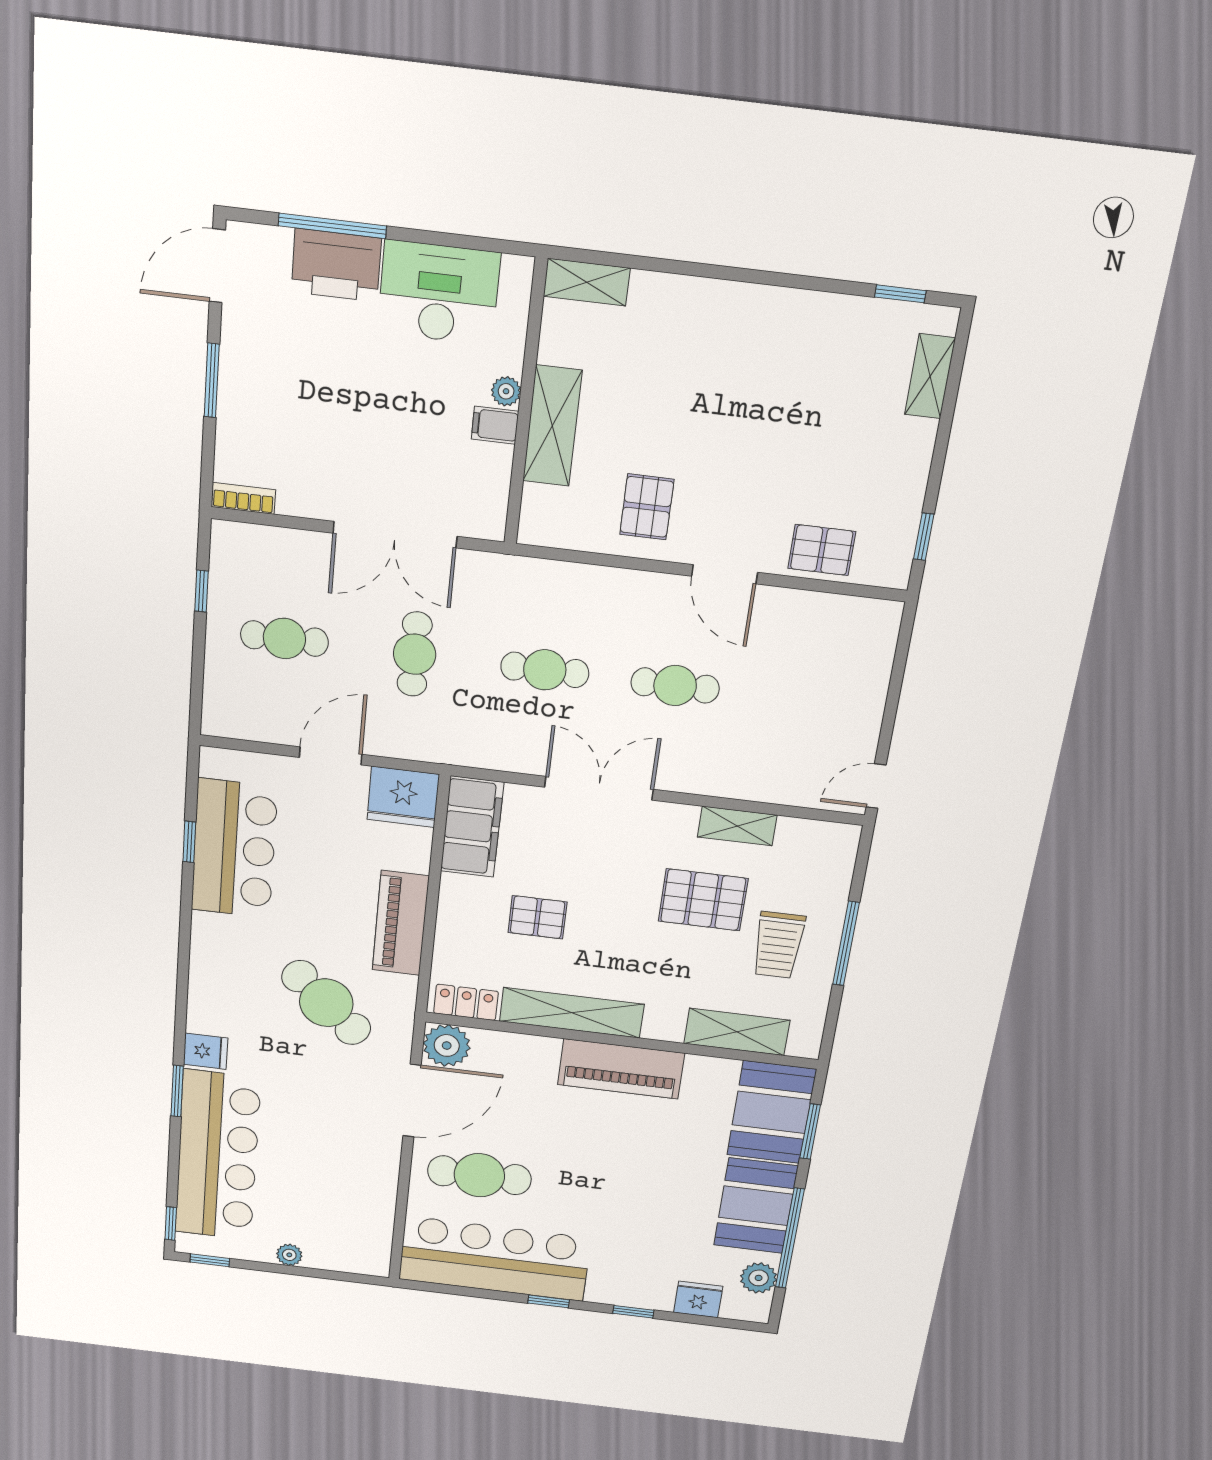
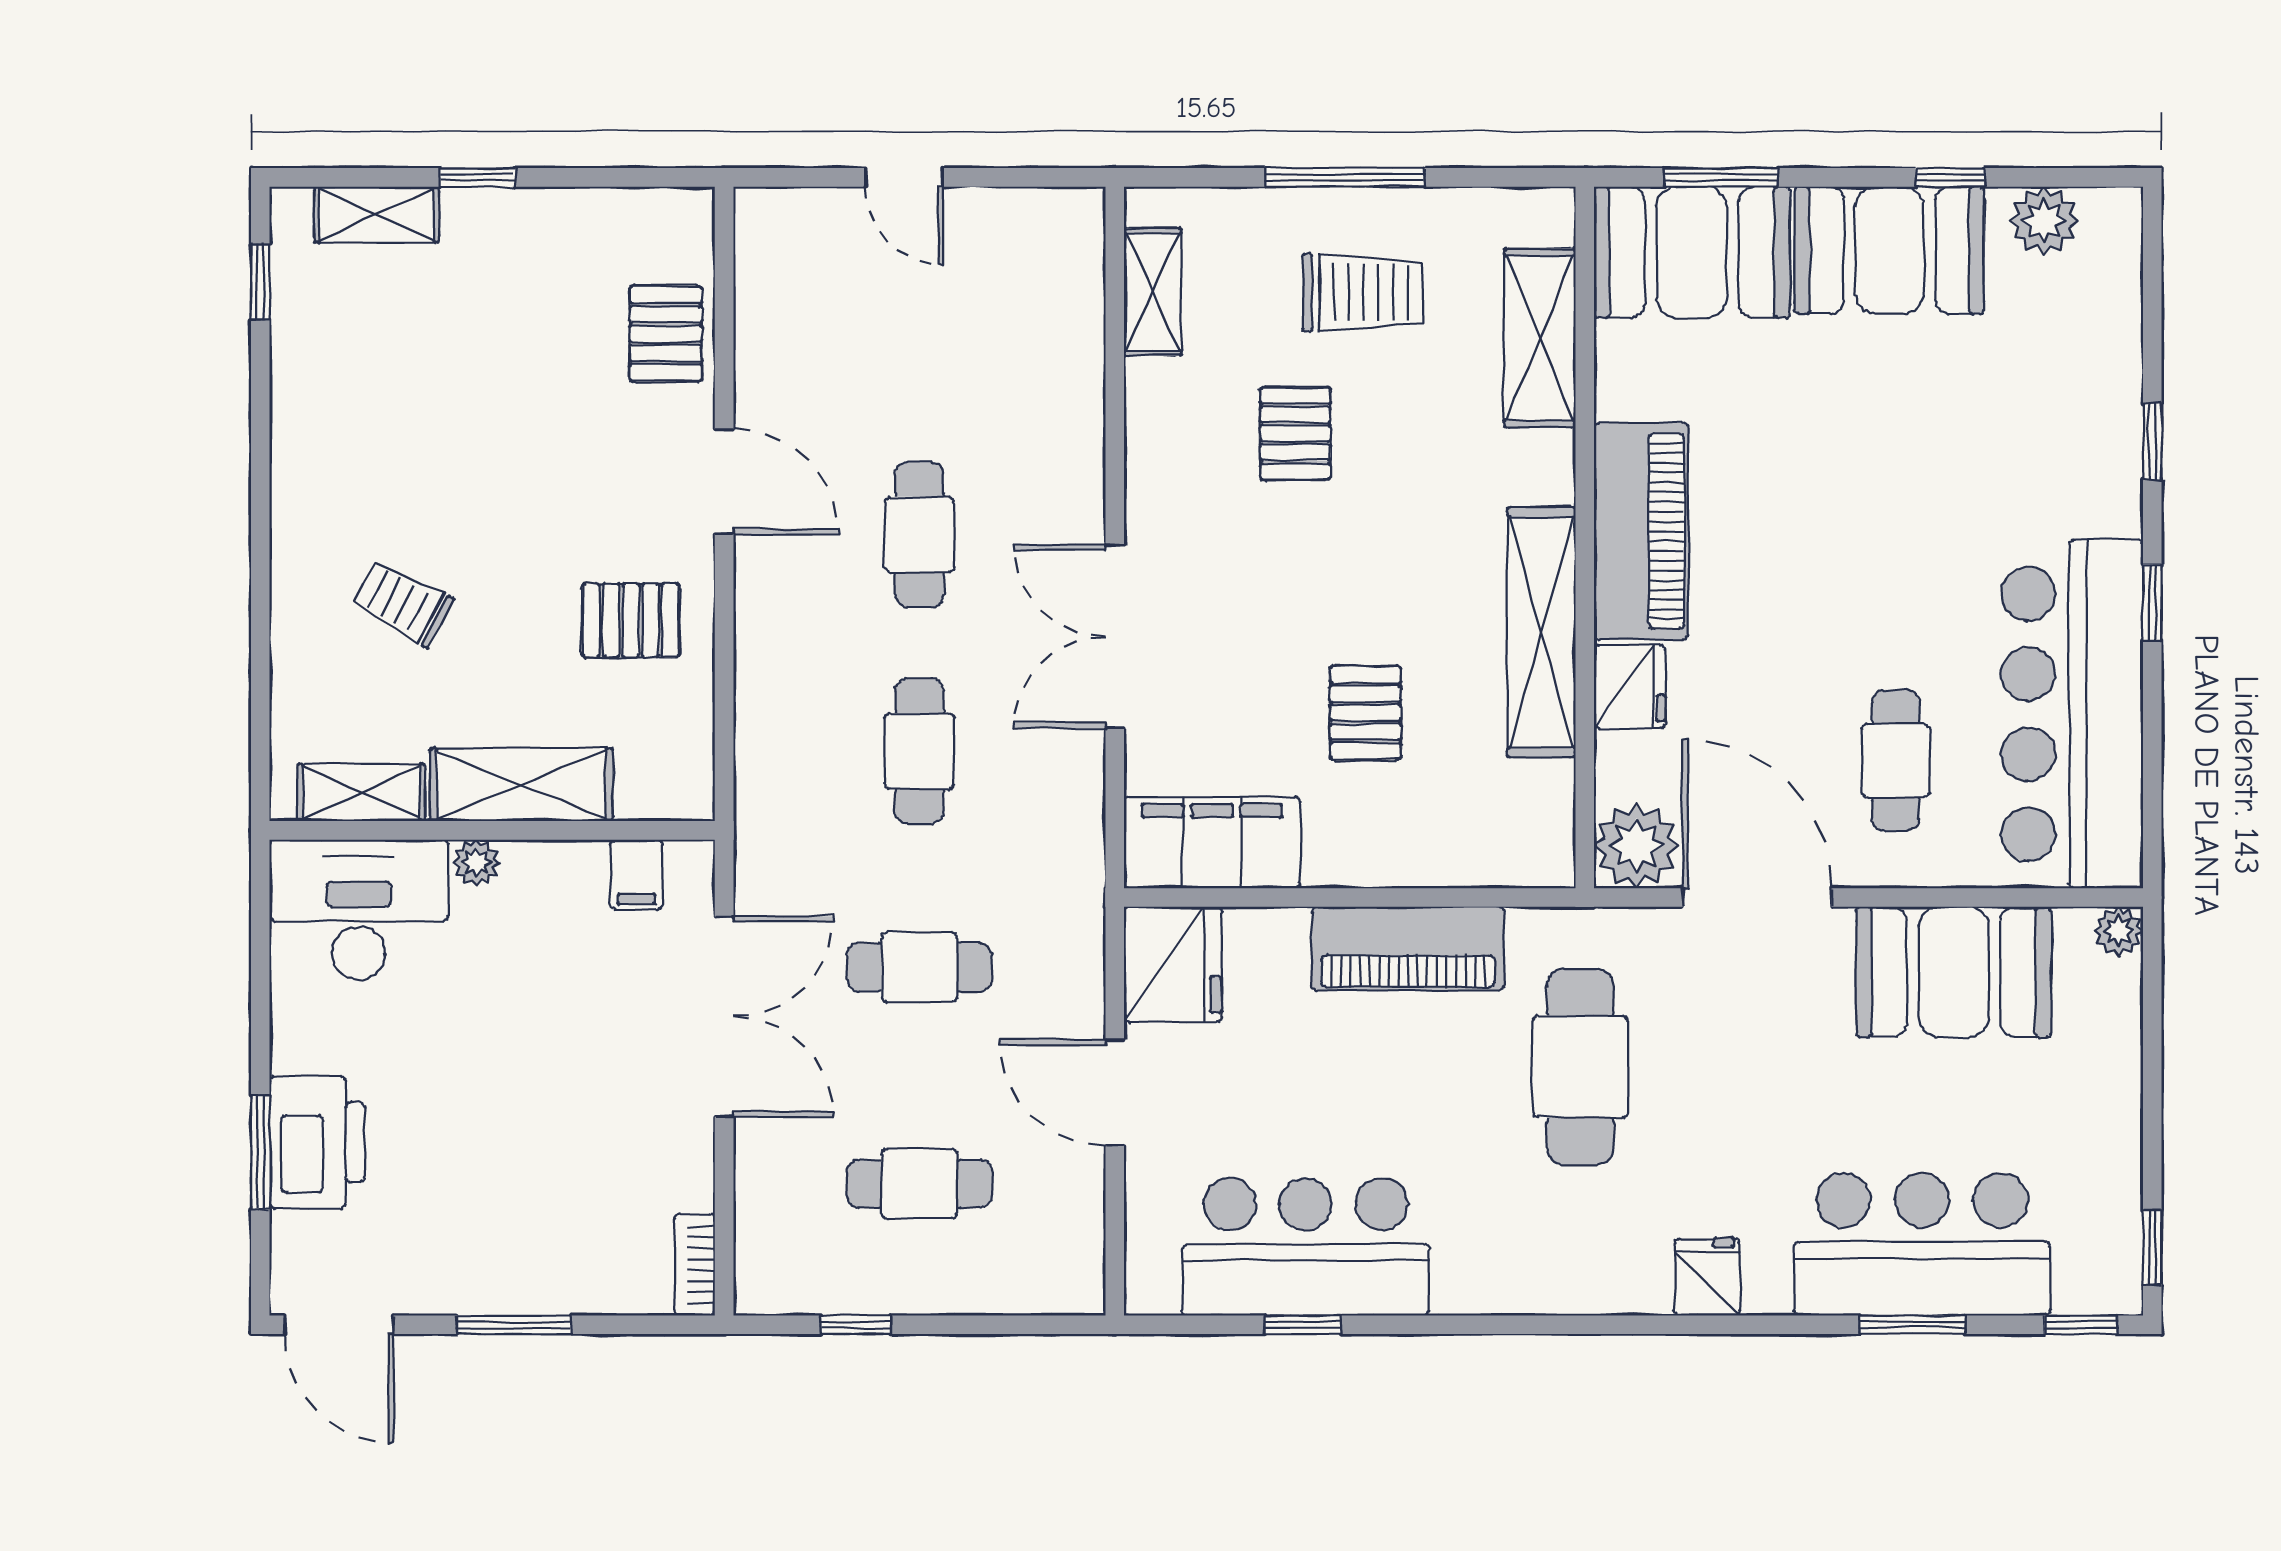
window: (332, 226) -> (260, 1152), width x0.69
shelving: (587, 282) -> (361, 793), moved, turned 90
desk: (439, 293) -> (359, 910), moved, turned 90
trolley: (677, 363) -> (403, 603), added
filing cabinet: (495, 425) -> (636, 874), moved
window: (924, 537) -> (478, 177), moved
door: (725, 574) -> (724, 482), hinge flipped
cafe table: (284, 638) -> (919, 1184), turned 90
door: (876, 786) -> (904, 177), moved
shelving: (737, 826) -> (1153, 292), moved
pallet: (703, 900) -> (1295, 434), width x0.67, depth x0.71
locker: (466, 1002) -> (1546, 820), removed
cafe table: (326, 1003) -> (1580, 1067), turned -42
window: (177, 1091) -> (1913, 1325), moved
bar counter: (217, 1156) -> (1922, 1244), width x0.73
cafe table: (479, 1175) -> (1896, 760), width x0.73, depth x0.74
booth: (363, 1188) -> (1954, 972), added
window: (790, 1238) -> (1950, 177), width x0.32
plant: (289, 1255) -> (2119, 931), moved
fridge: (698, 1299) -> (1630, 686), moved, turned 180

